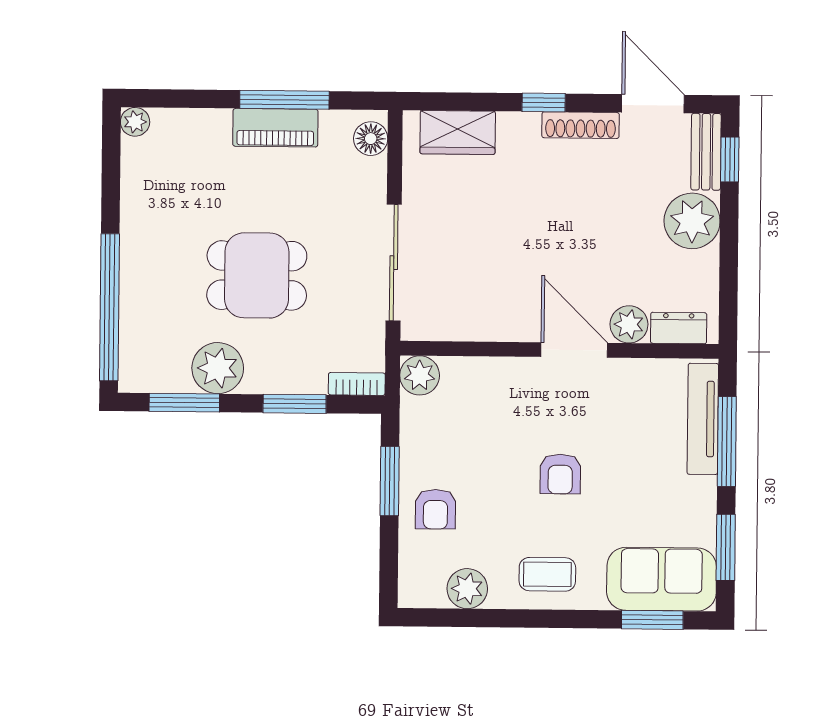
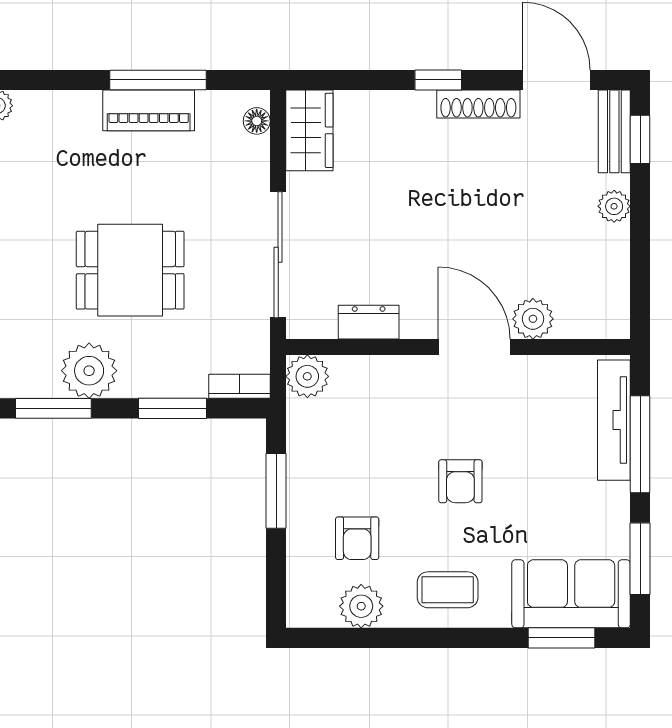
wardrobe: (458, 132) -> (309, 130), moved, turned -90
floor lamp: (371, 139) -> (257, 121), width x0.73, depth x0.73
plant: (692, 221) -> (614, 206), width x0.53, depth x0.53
dresser: (679, 328) -> (369, 322), moved
armchair: (435, 509) -> (357, 538), moved

